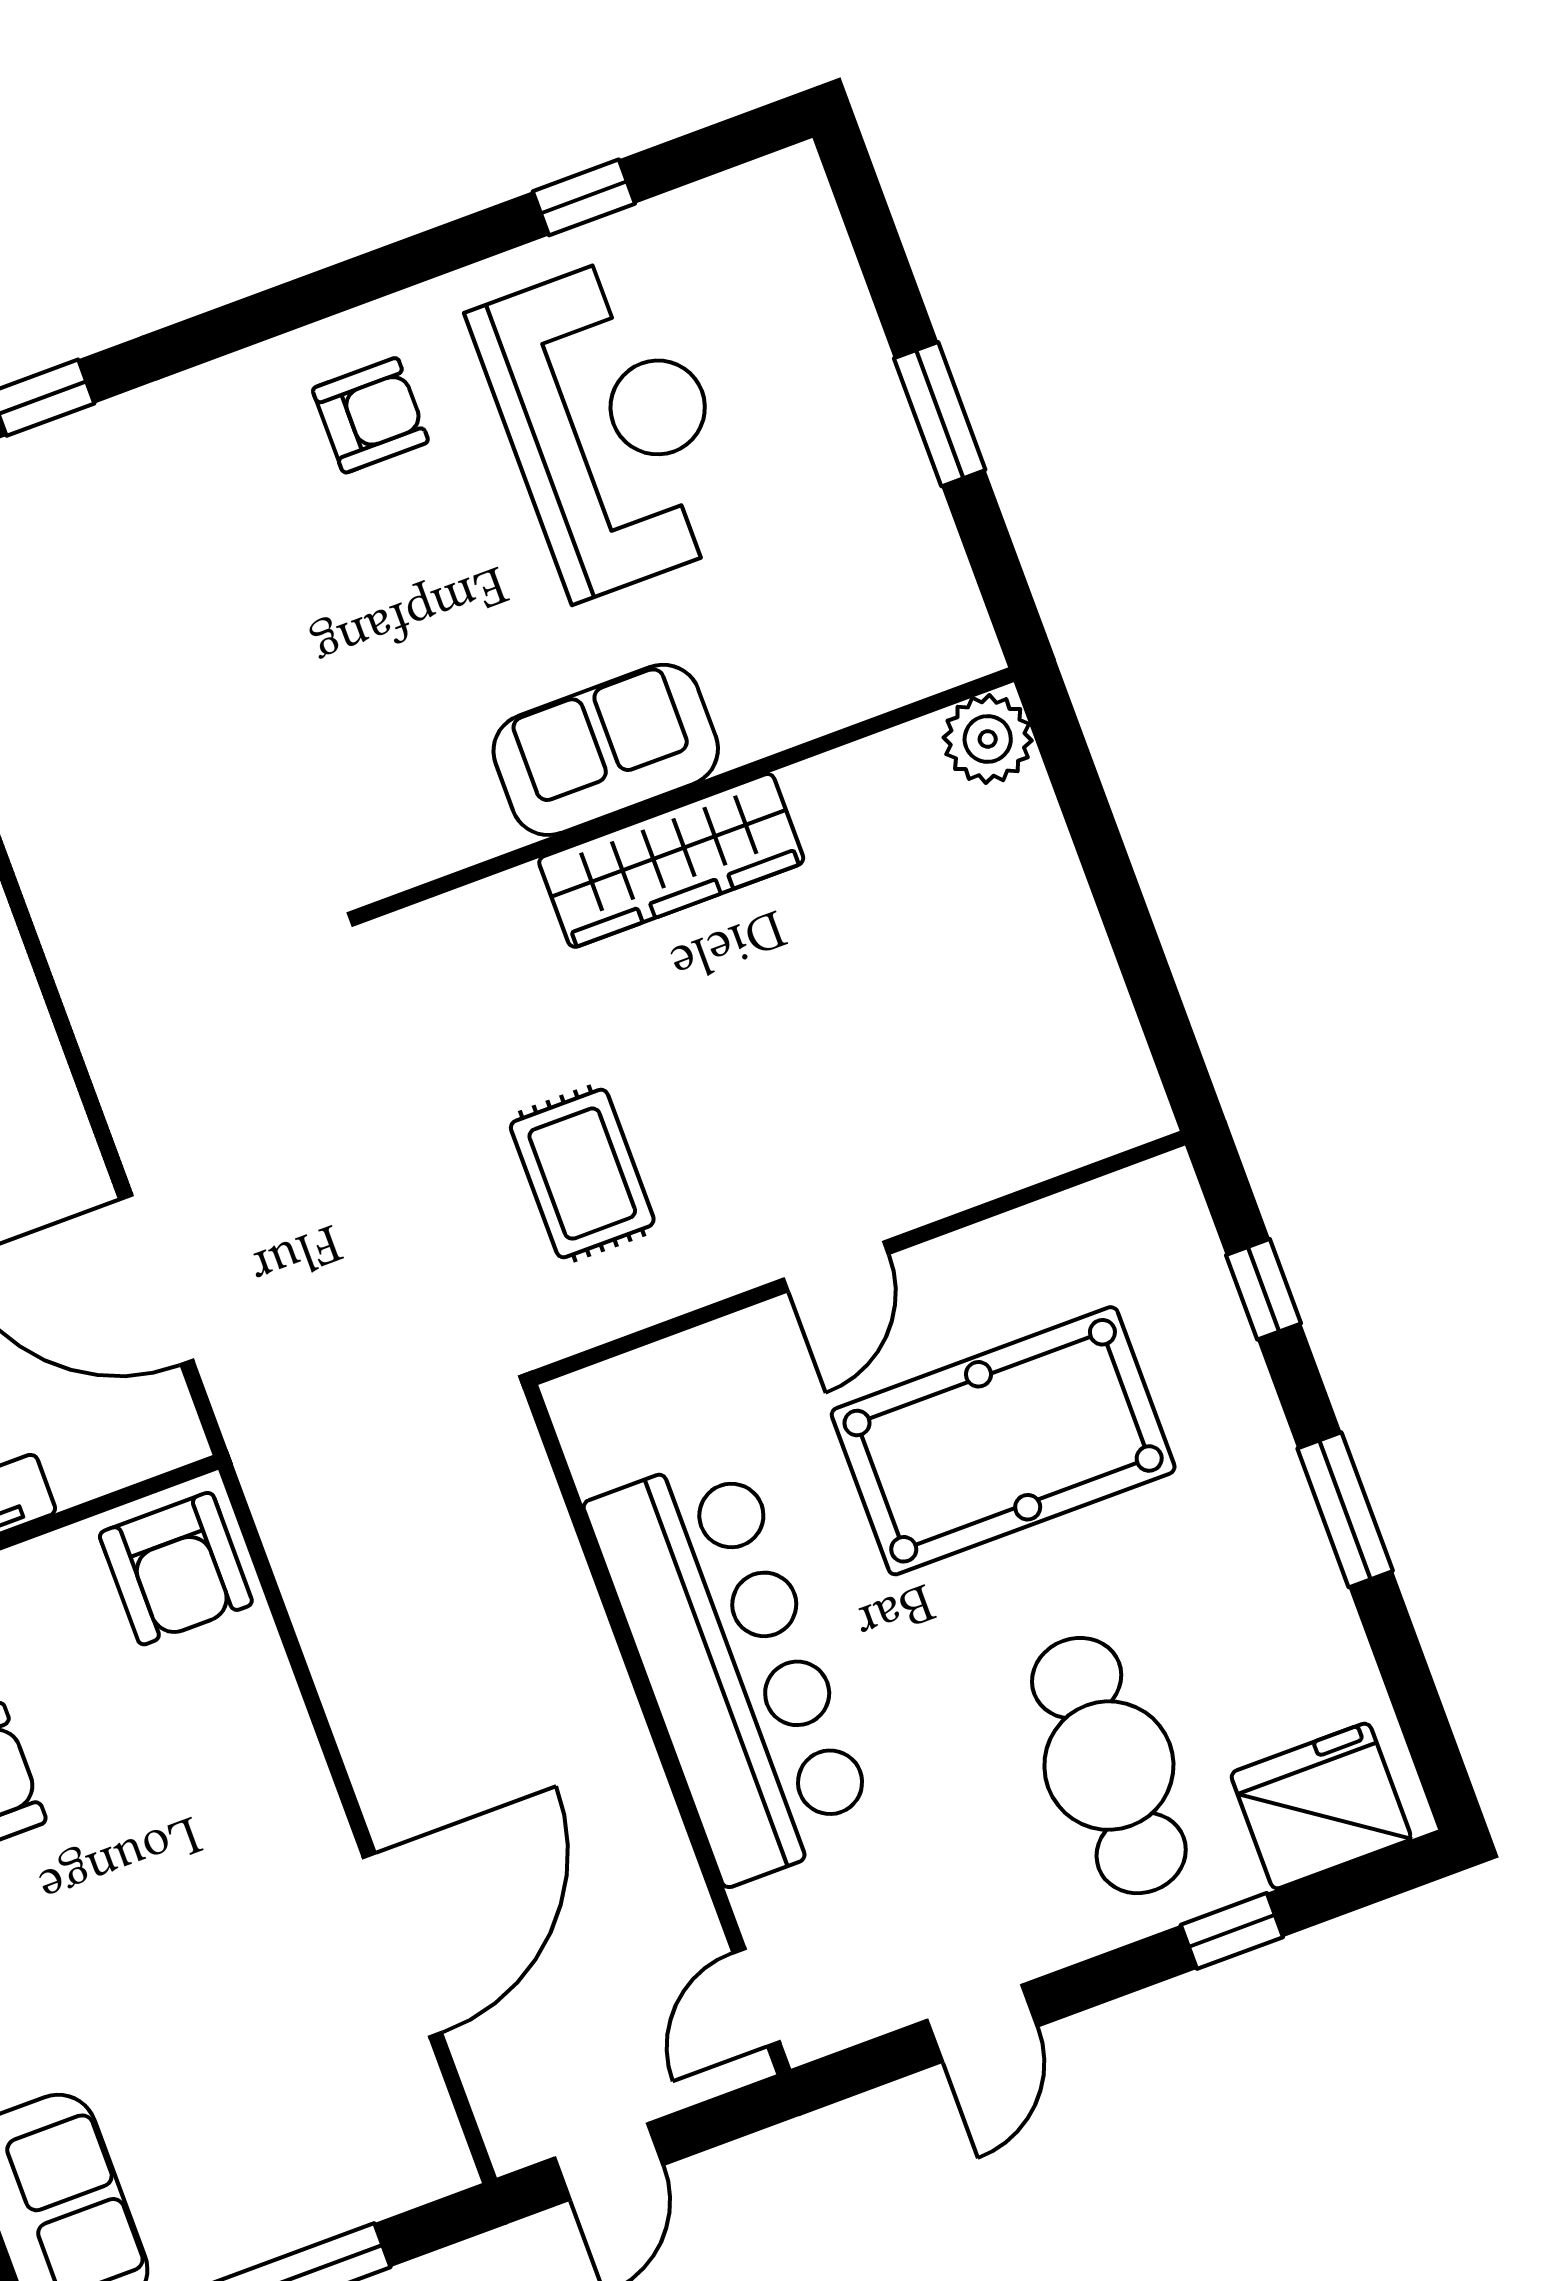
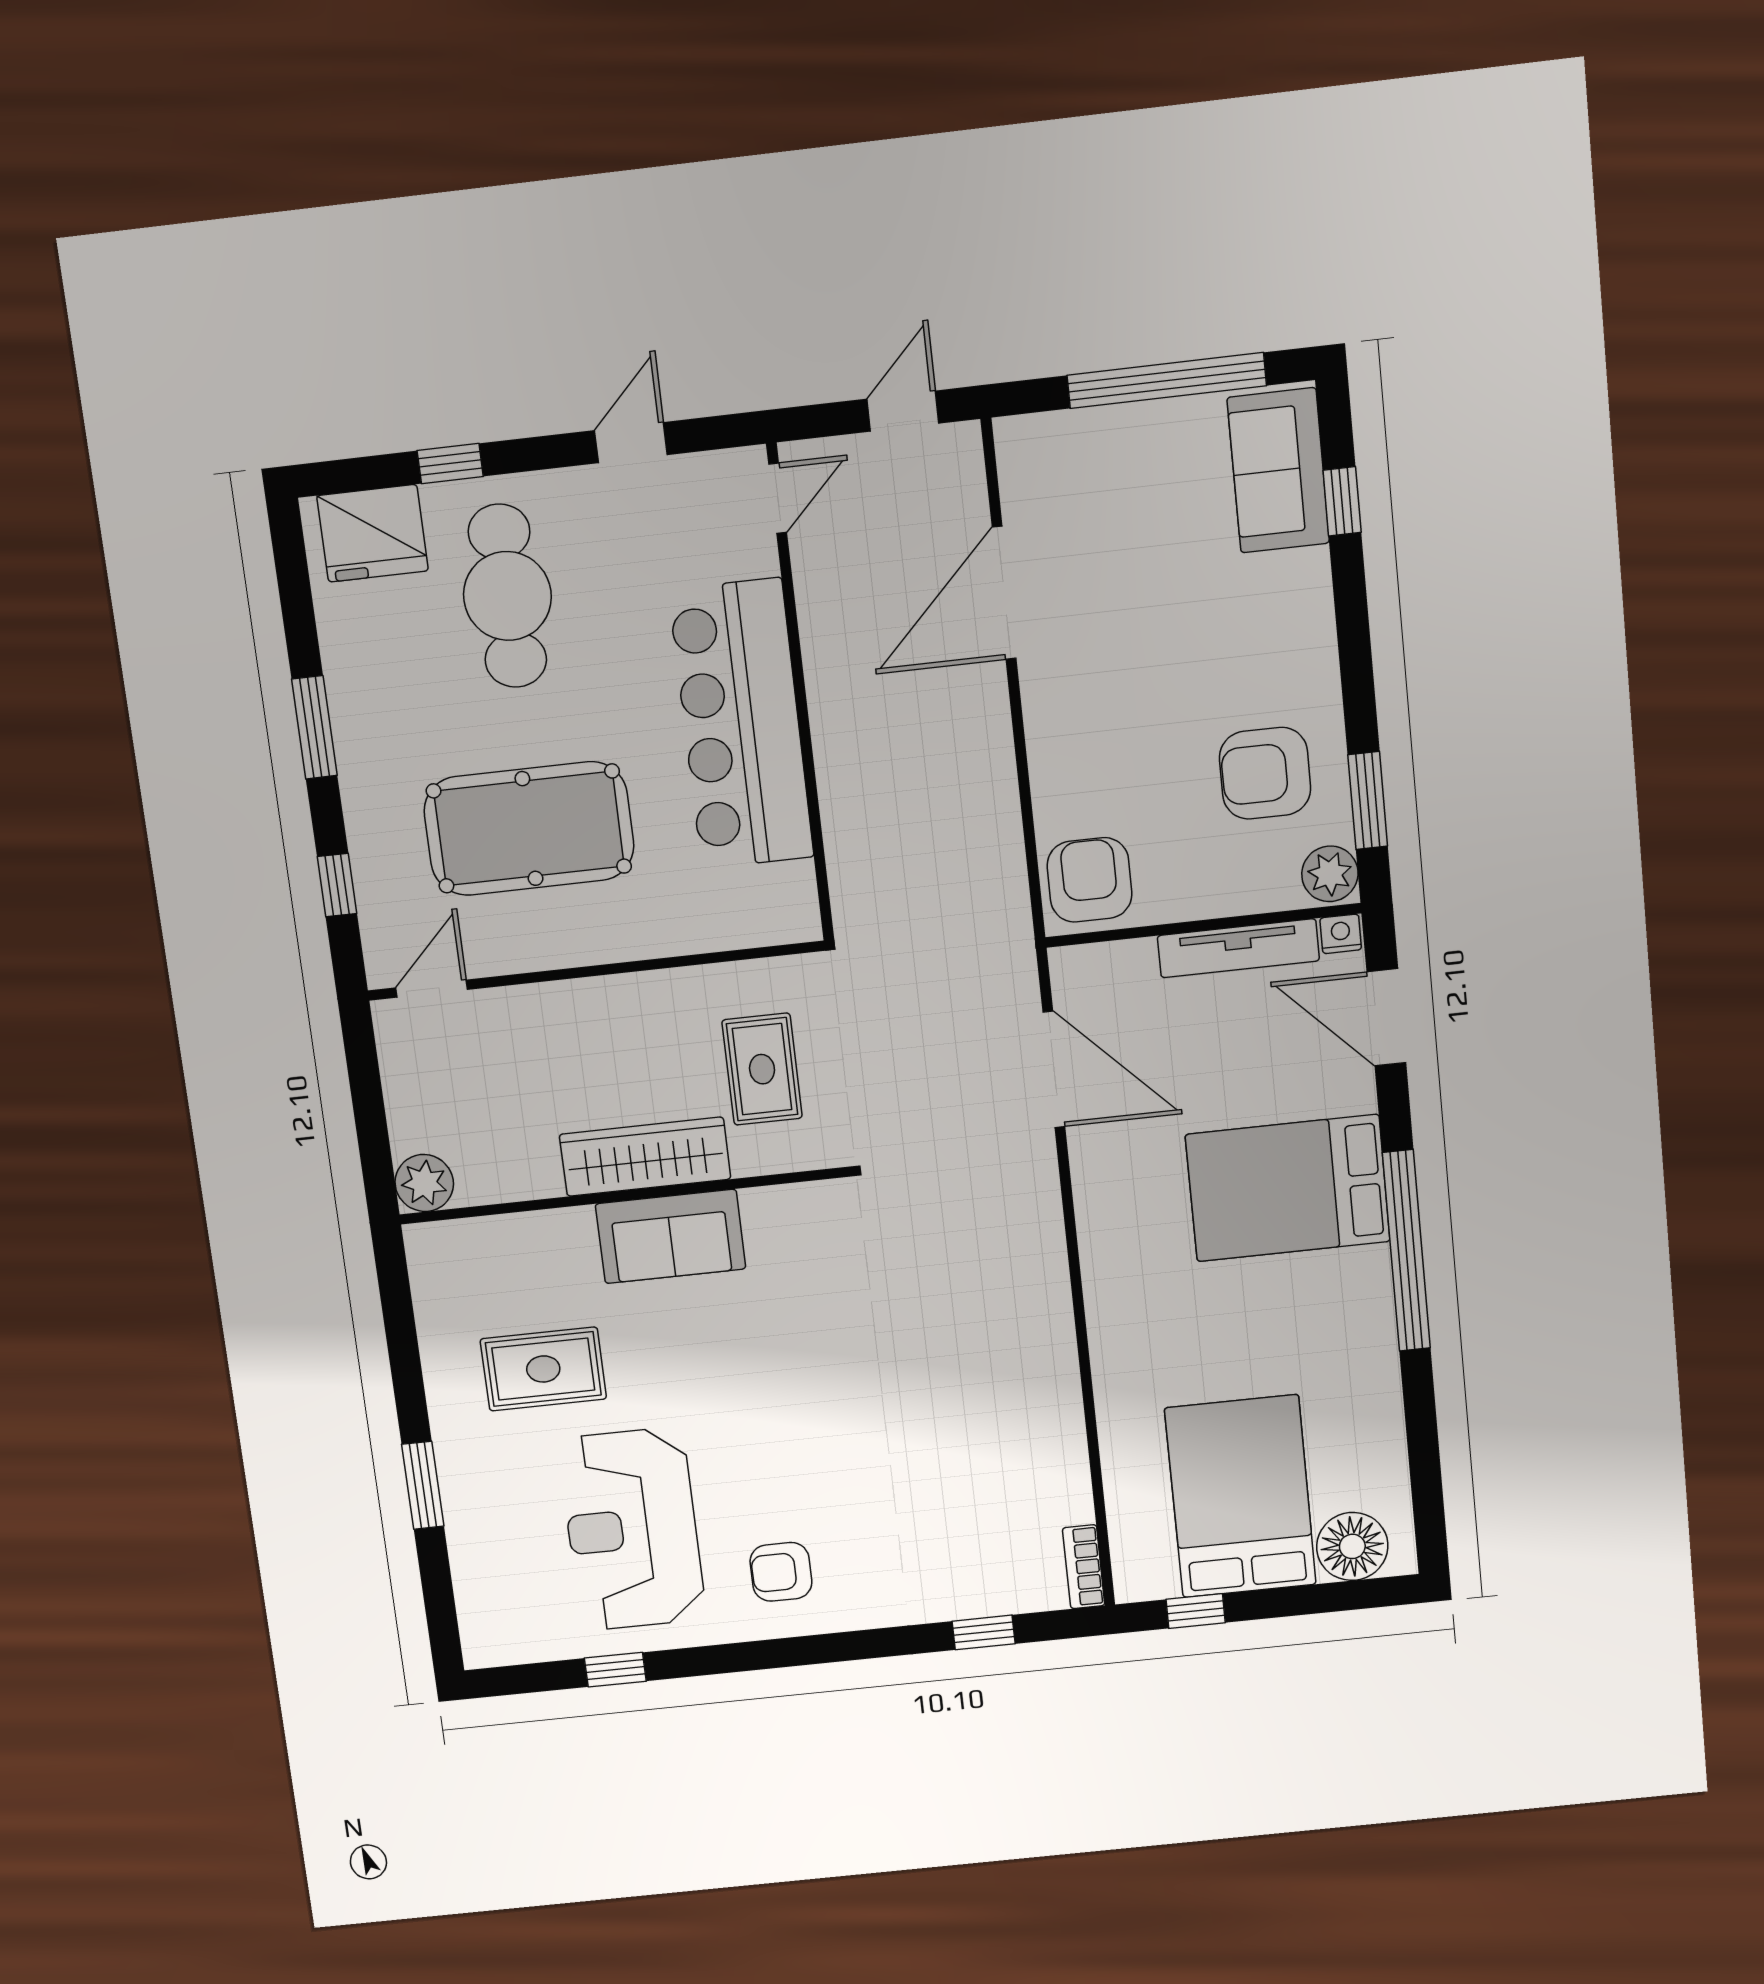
rug: (800, 640) -> (543, 1369), added
plant: (988, 739) -> (424, 1183), moved
sofa: (606, 750) -> (671, 1236), moved
wall: (687, 795) -> (625, 1196), moved
wardrobe: (671, 860) -> (645, 1157), moved
door: (836, 1266) -> (432, 989), moved

